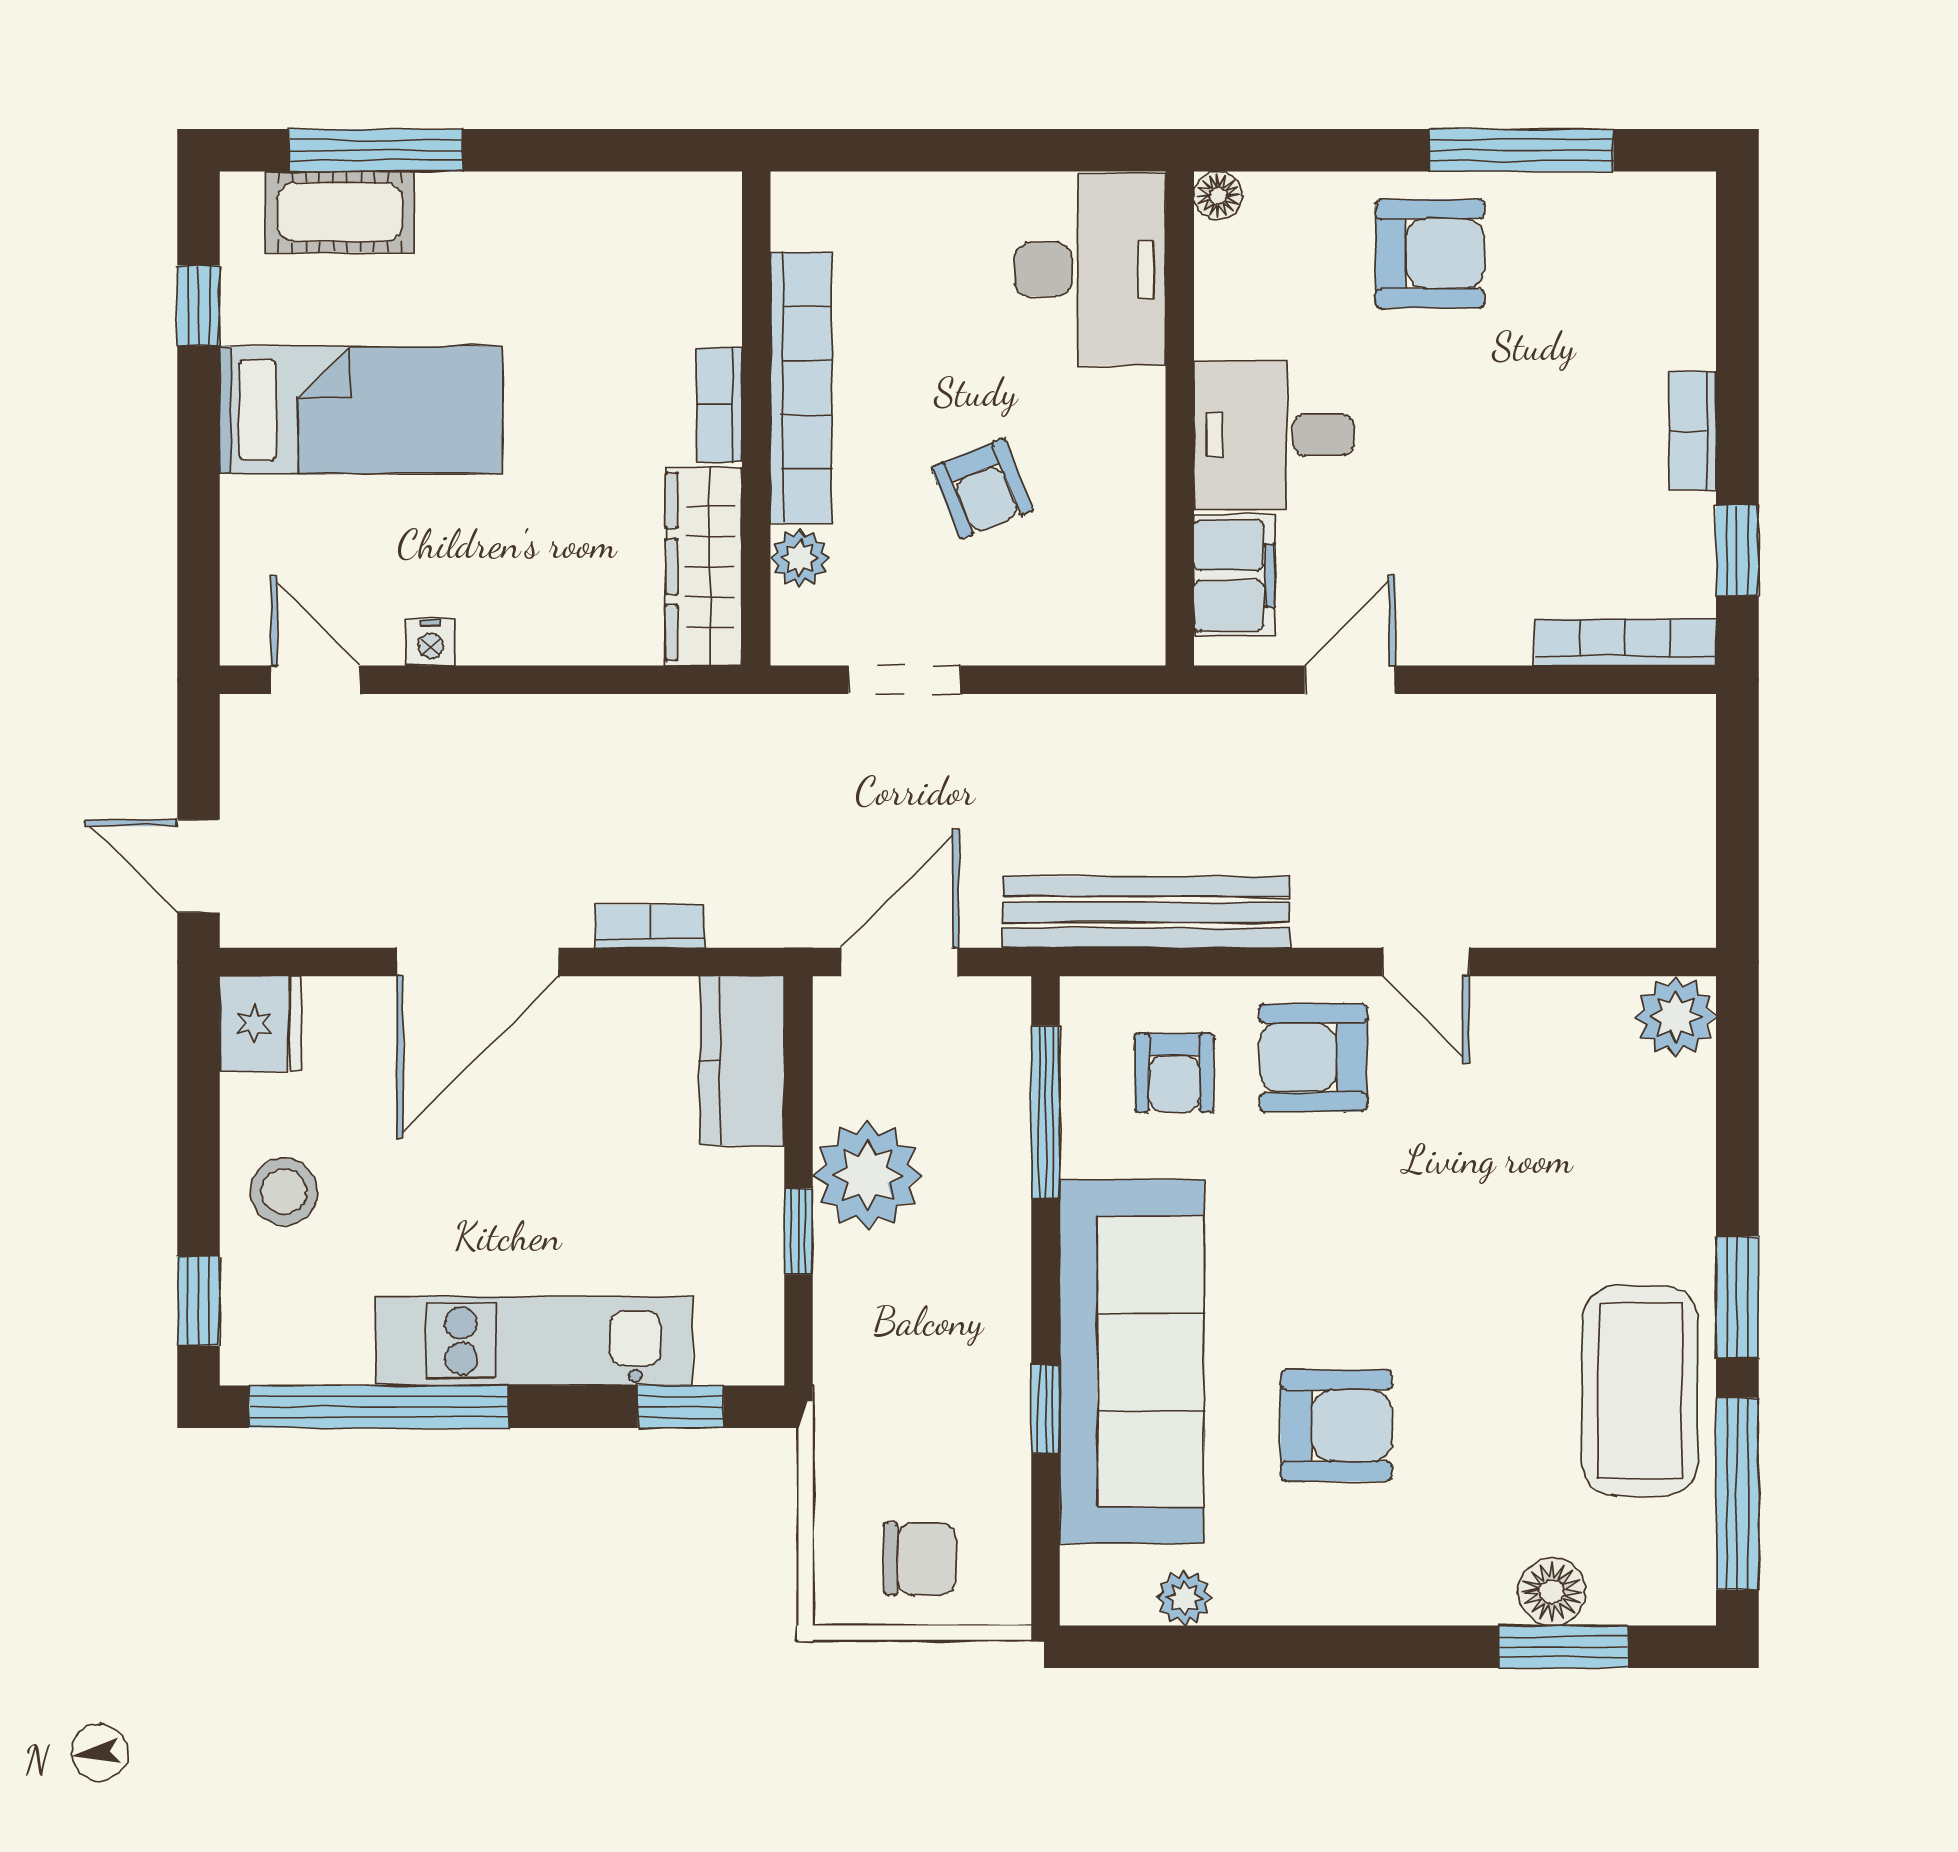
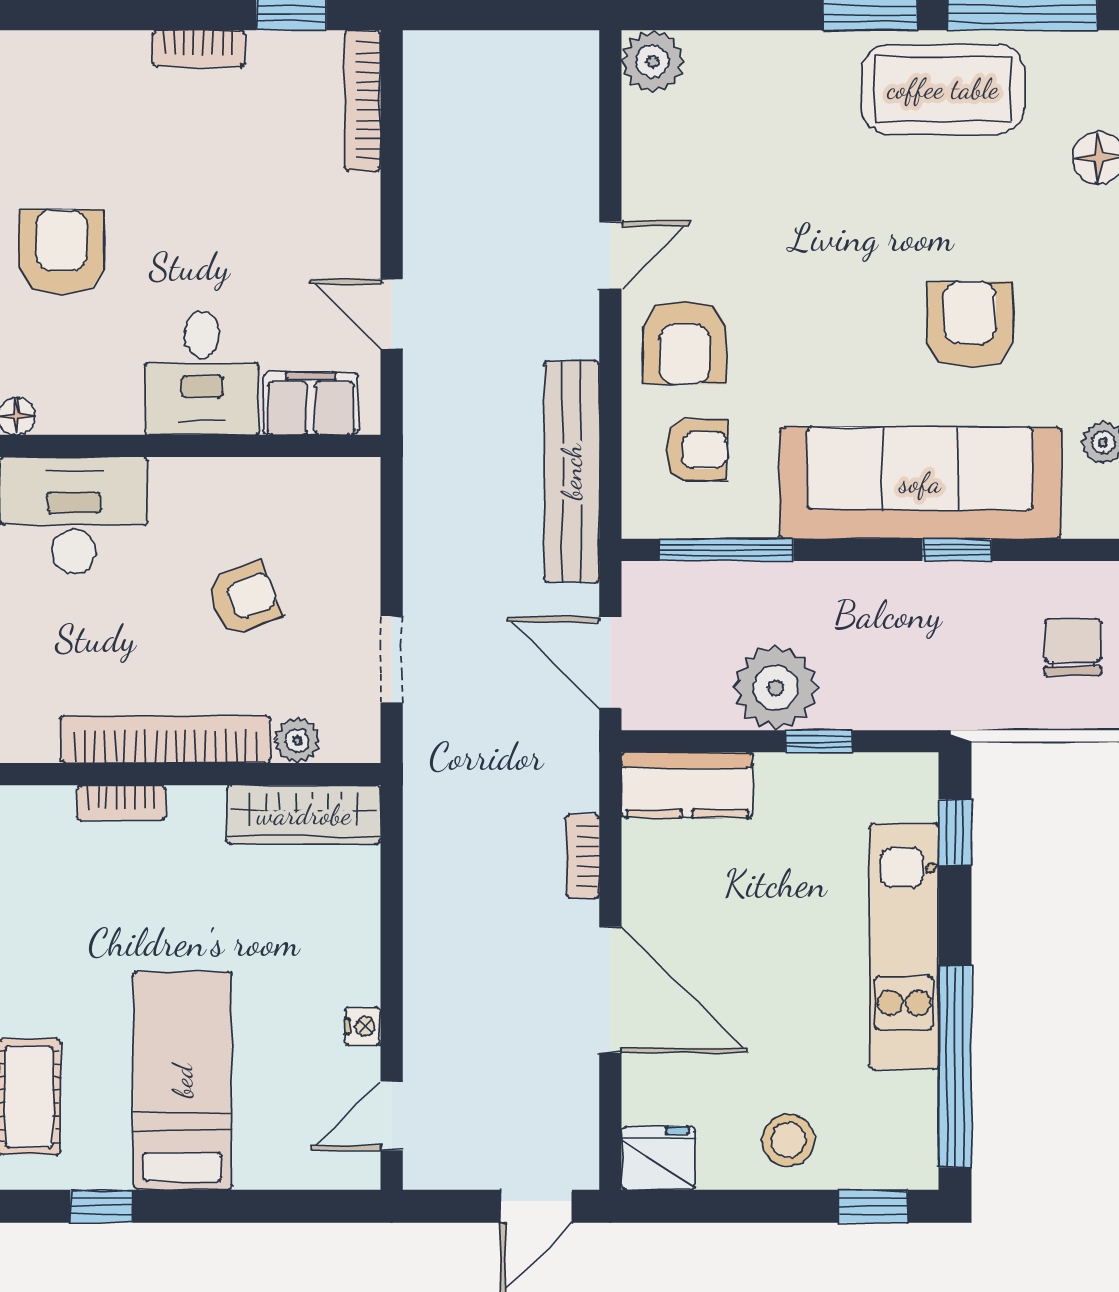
bookcase: (719, 405) -> (121, 803), moved

